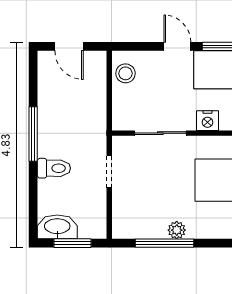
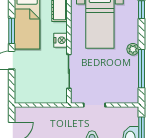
stool: (125, 73) -> (29, 94), removed
plant: (177, 230) -> (133, 49), moved

